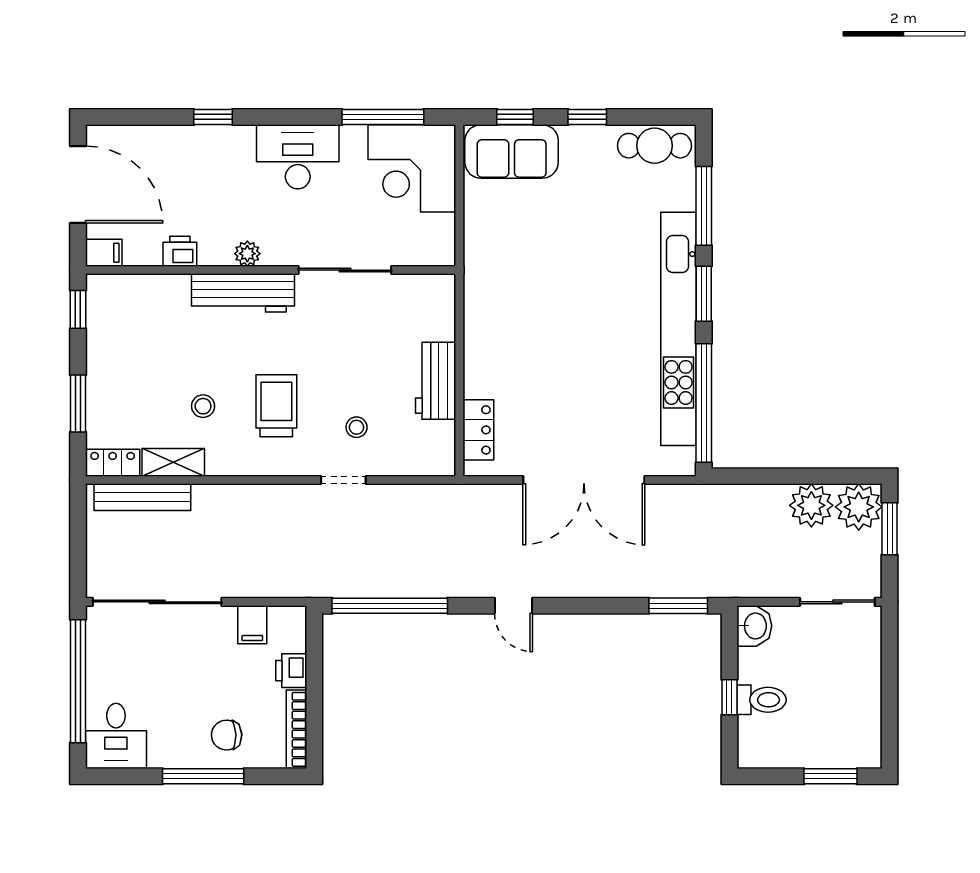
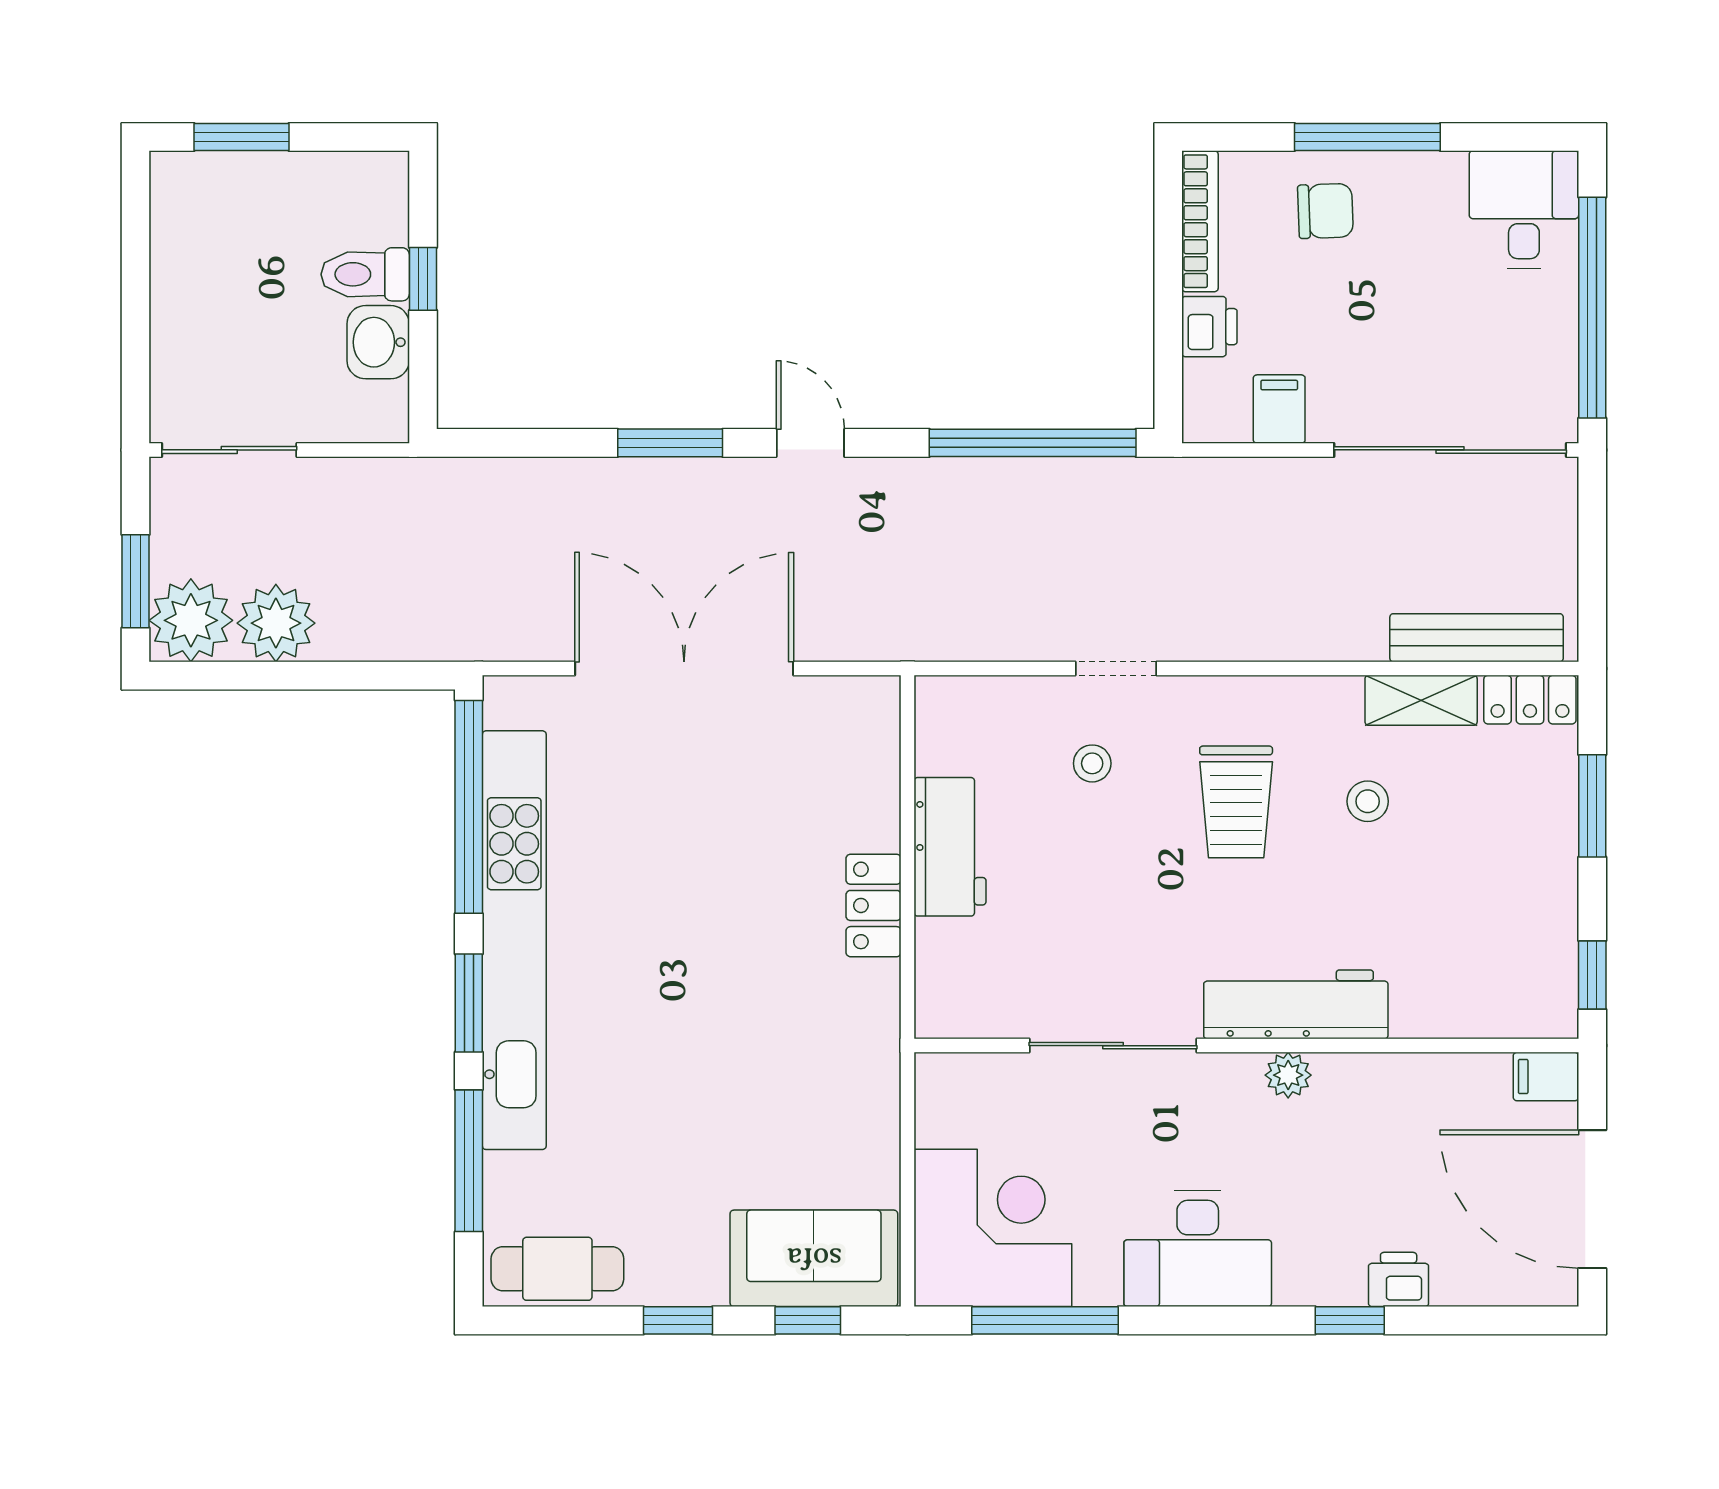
printer: (180, 251) -> (1399, 1279), moved, turned 180
locker: (478, 430) -> (874, 905), moved
window: (678, 606) -> (670, 443), moved
washbasin: (754, 626) -> (378, 342), moved

